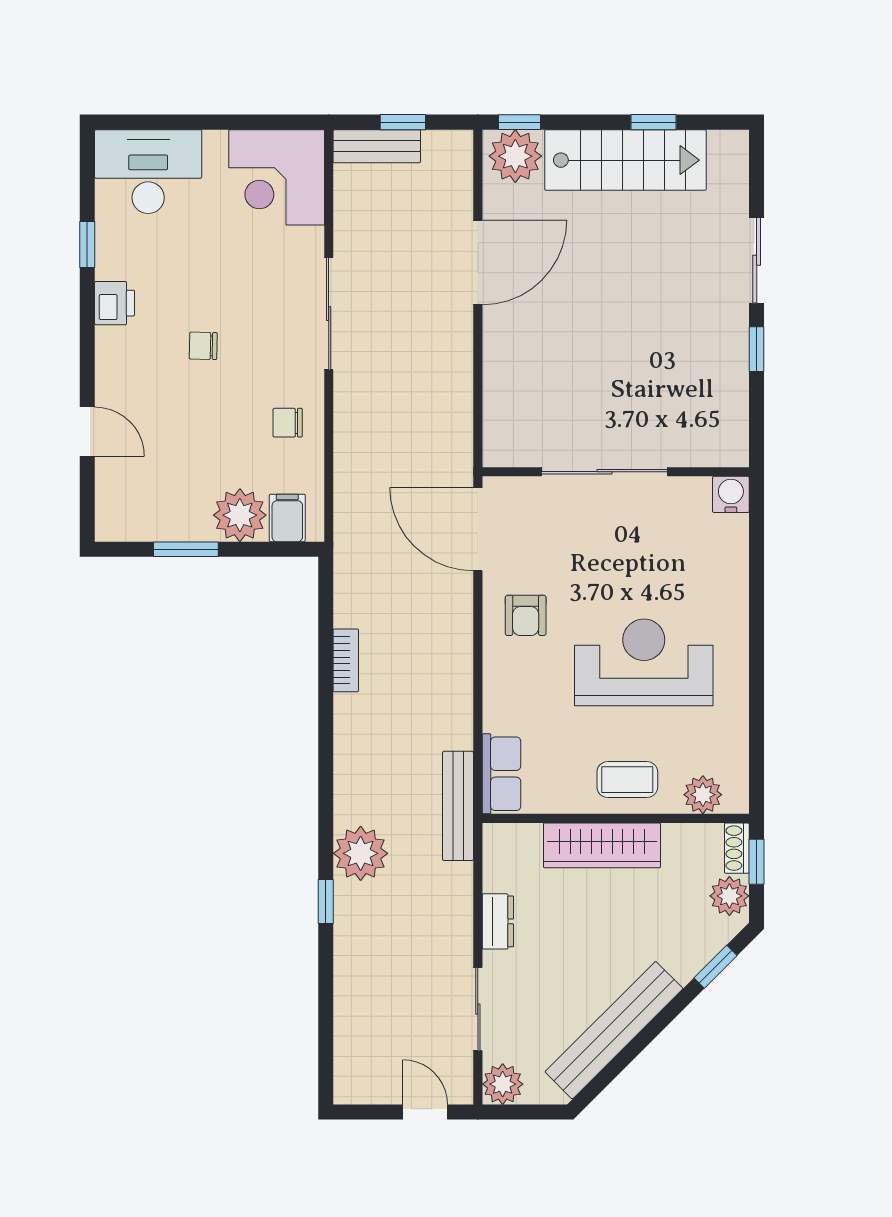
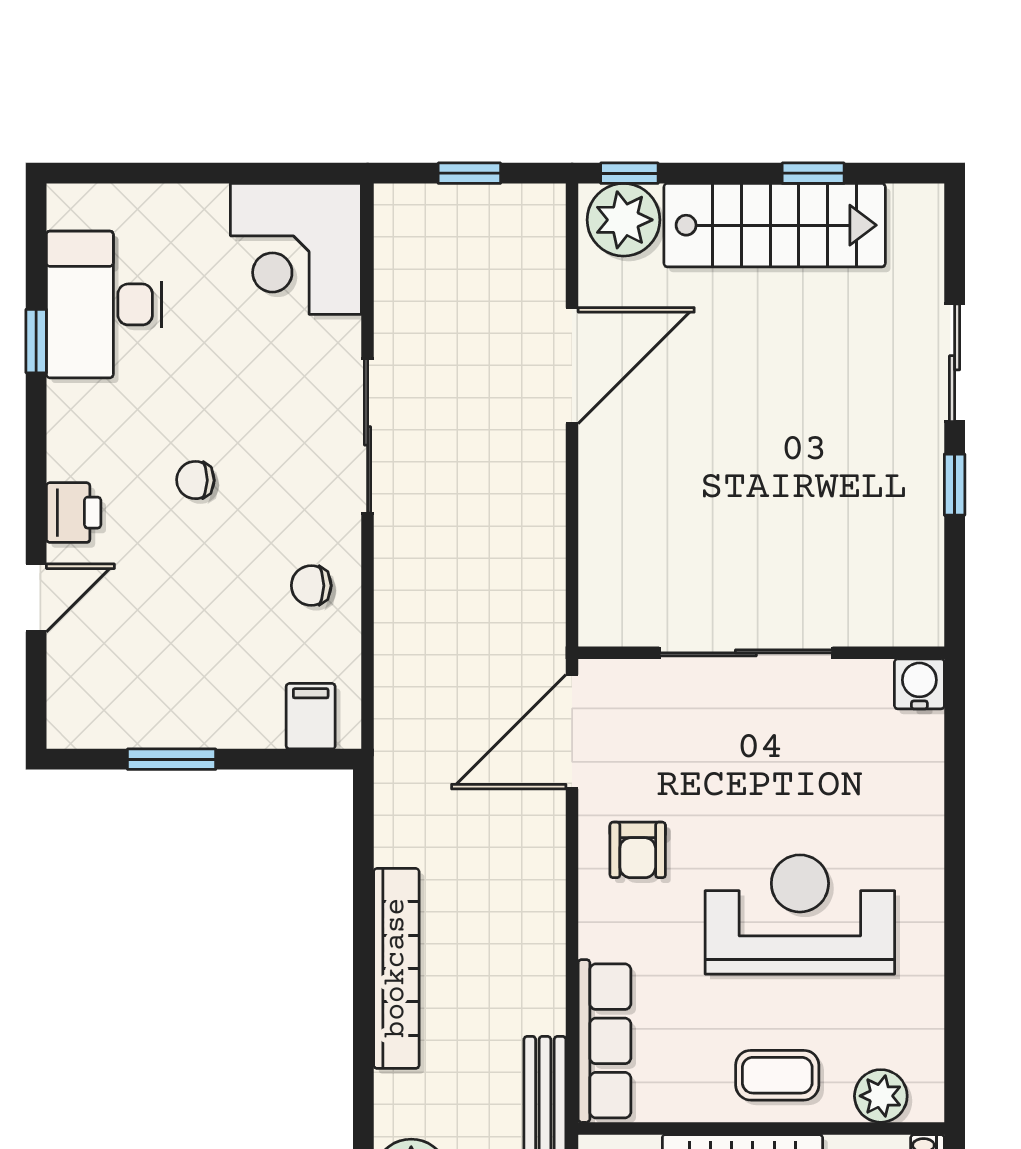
bench: (377, 146) -> (433, 206), removed
desk: (148, 172) -> (104, 304), moved, turned -90
printer: (115, 303) -> (74, 513), moved
door: (87, 432) -> (36, 598), hinge flipped
plant: (240, 515) -> (245, 712), removed
door: (478, 529) -> (572, 732), hinge flipped
bookcase: (346, 660) -> (396, 968), width x2.31, depth x1.31
row of seats: (501, 774) -> (605, 1041), width x1.48

